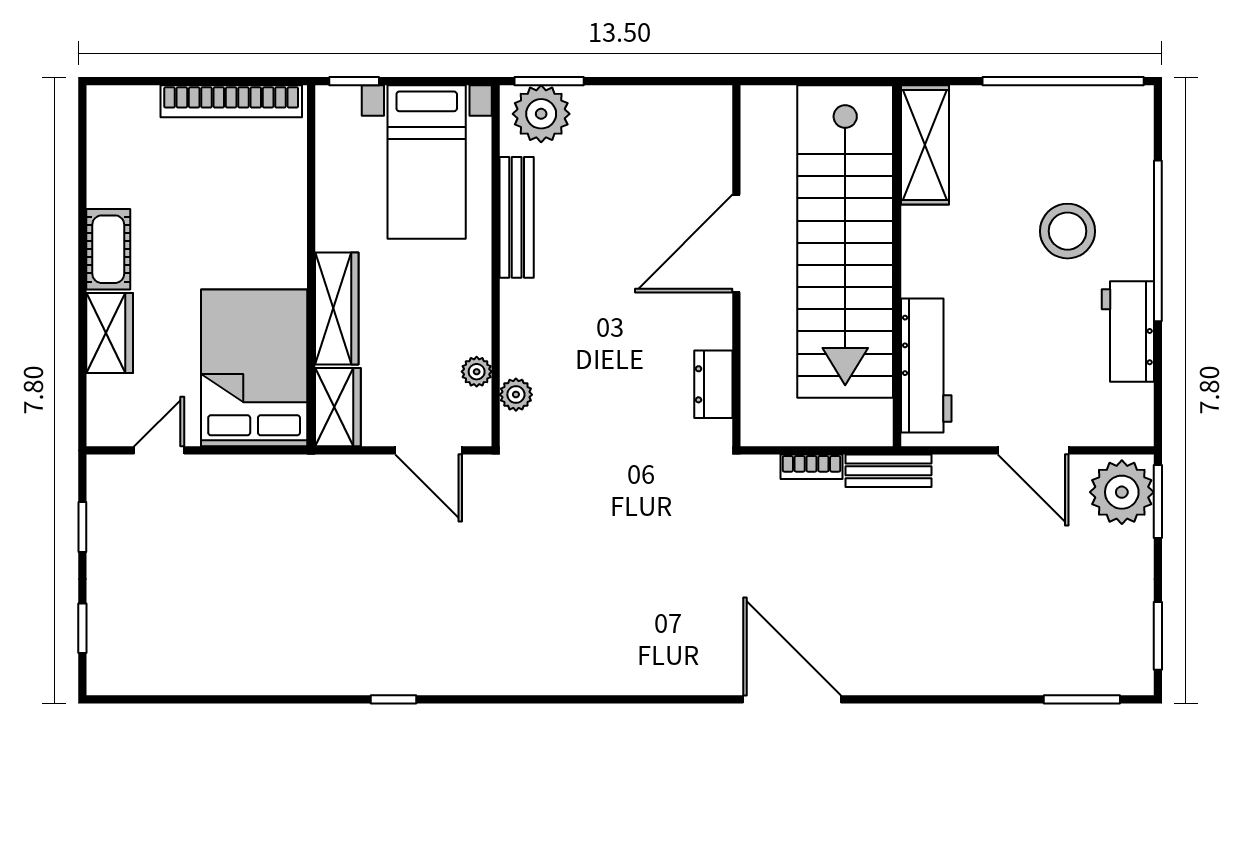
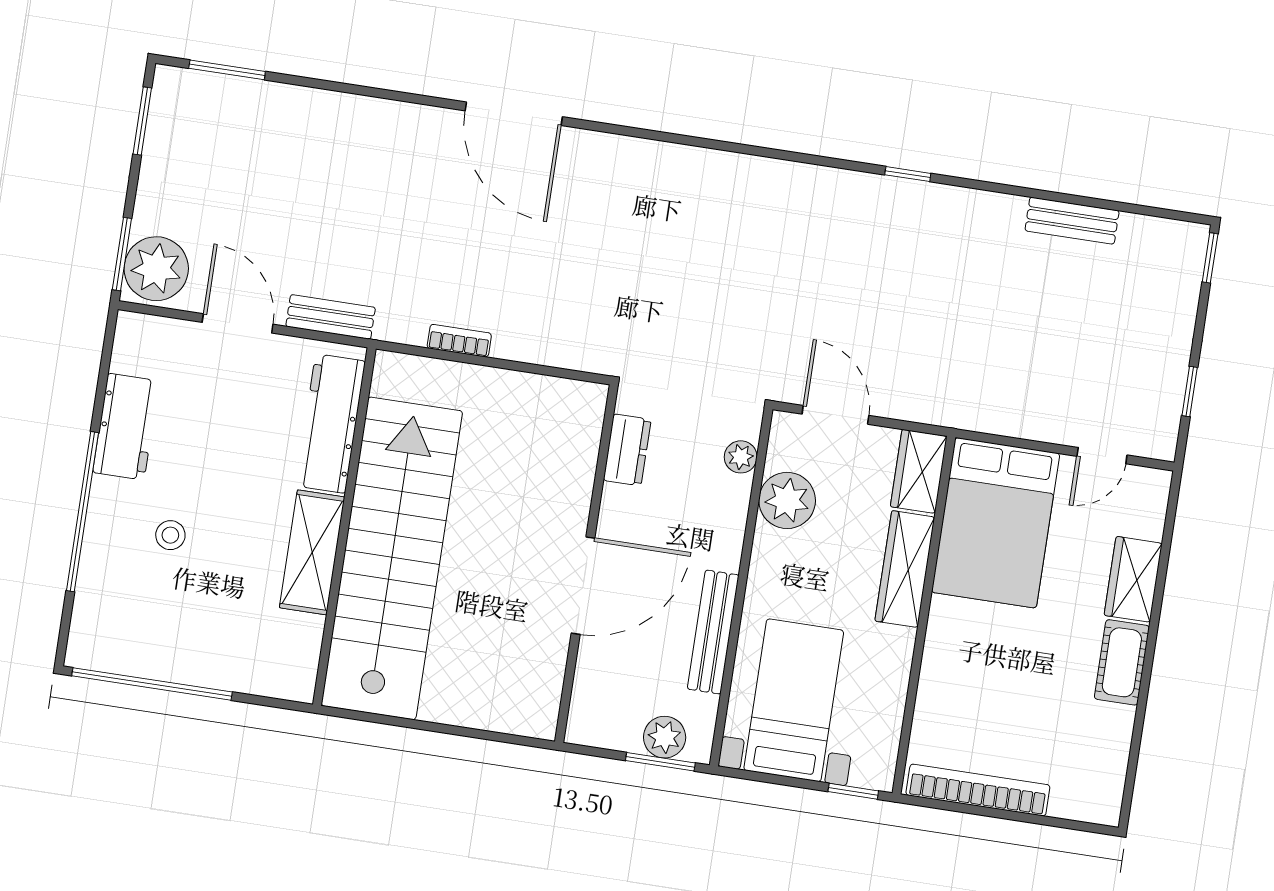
plant: (541, 114) -> (665, 737), width x0.73, depth x0.73
shelving: (925, 145) -> (312, 552), moved
stool: (1068, 231) -> (170, 535), width x0.53, depth x0.53
door: (736, 244) -> (583, 586), moved
wall: (736, 266) -> (586, 564), moved
plant: (477, 372) -> (787, 500), width x1.87, depth x1.87
dresser: (713, 384) -> (627, 450), moved
bench: (888, 471) -> (331, 317), moved
window: (82, 628) -> (1210, 258), moved
bench: (224, 678) -> (1072, 221), added

